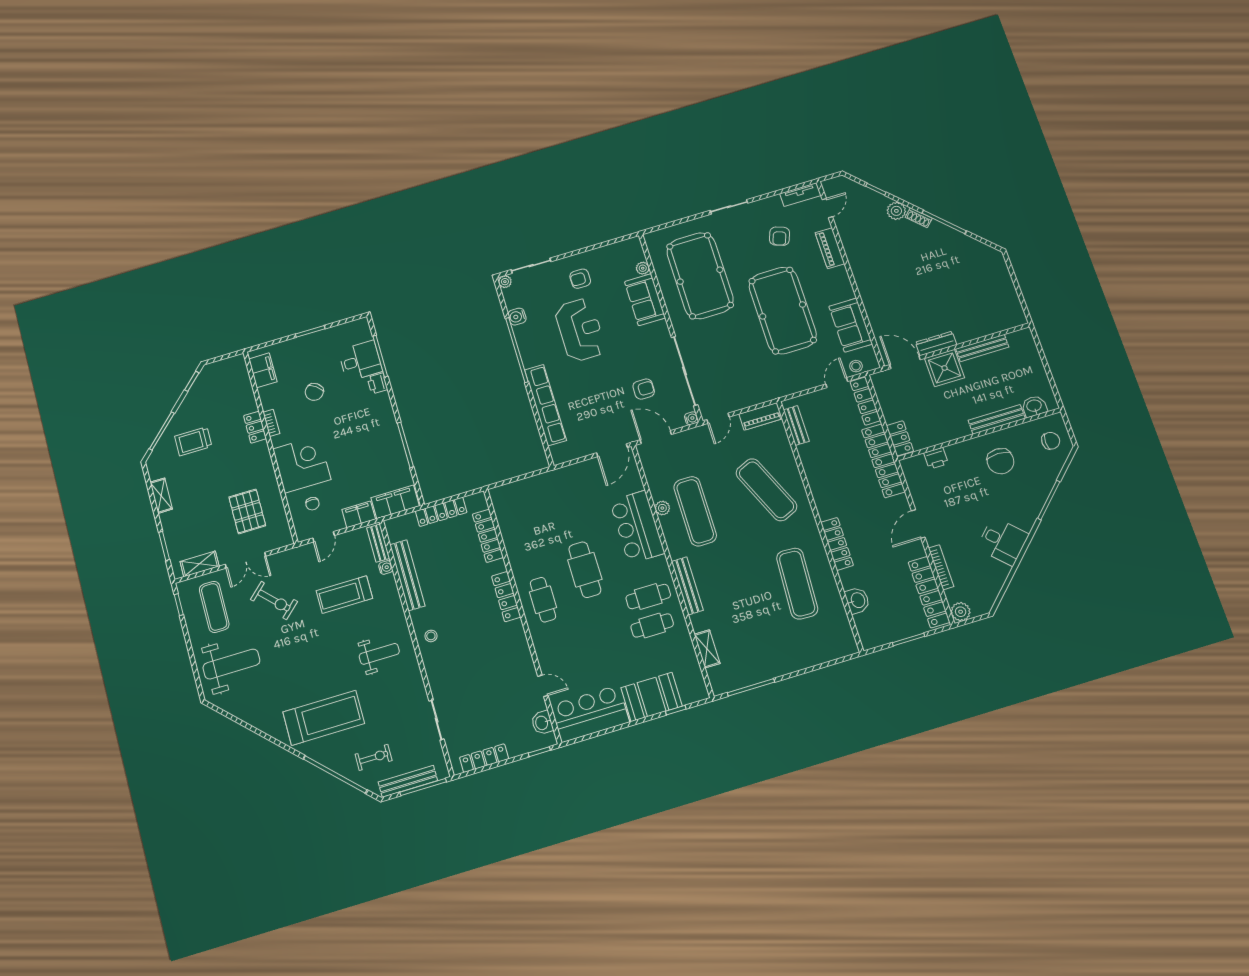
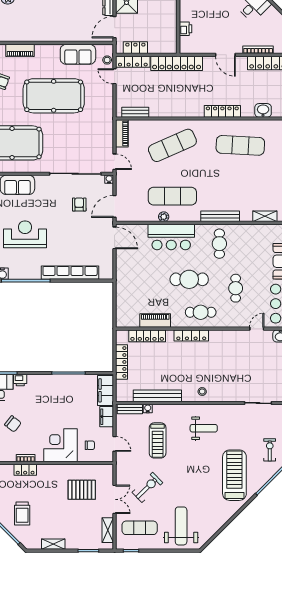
locker: (900, 438) -> (135, 48), moved
piano: (513, 540) -> (155, 321), added
cafe table: (652, 625) -> (236, 288), moved
weight bench: (379, 654) -> (204, 428), turned 90

